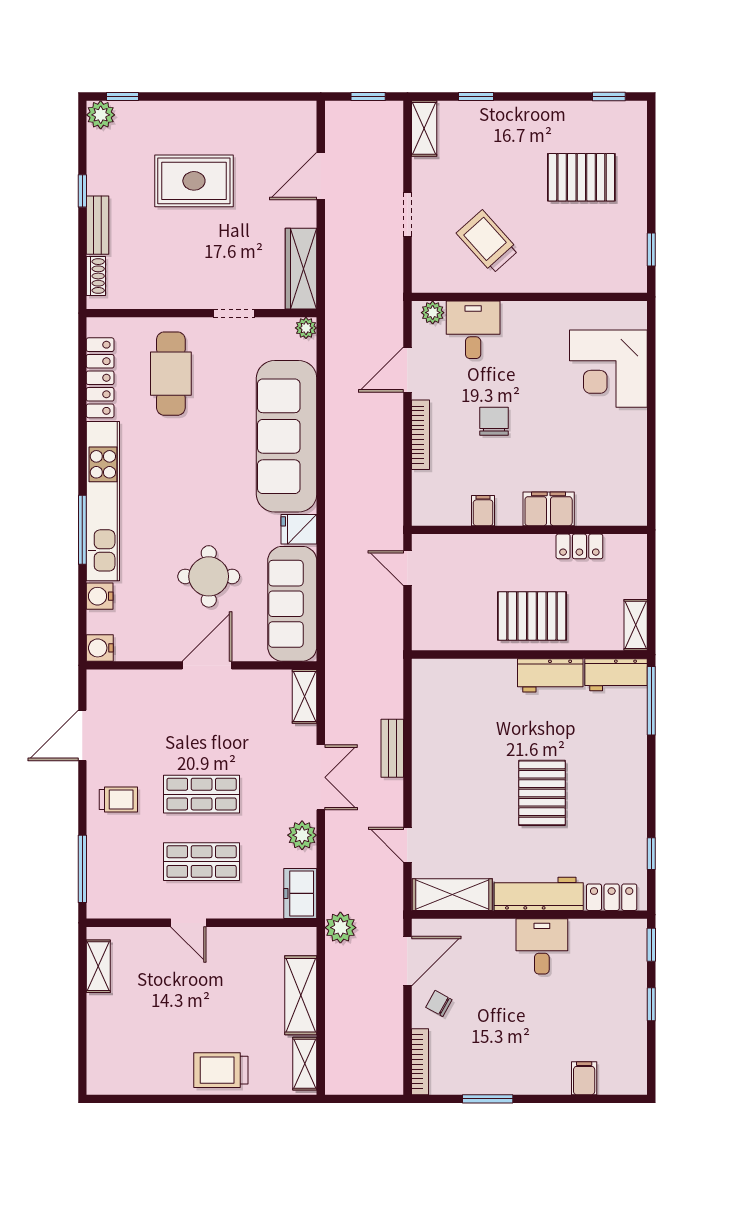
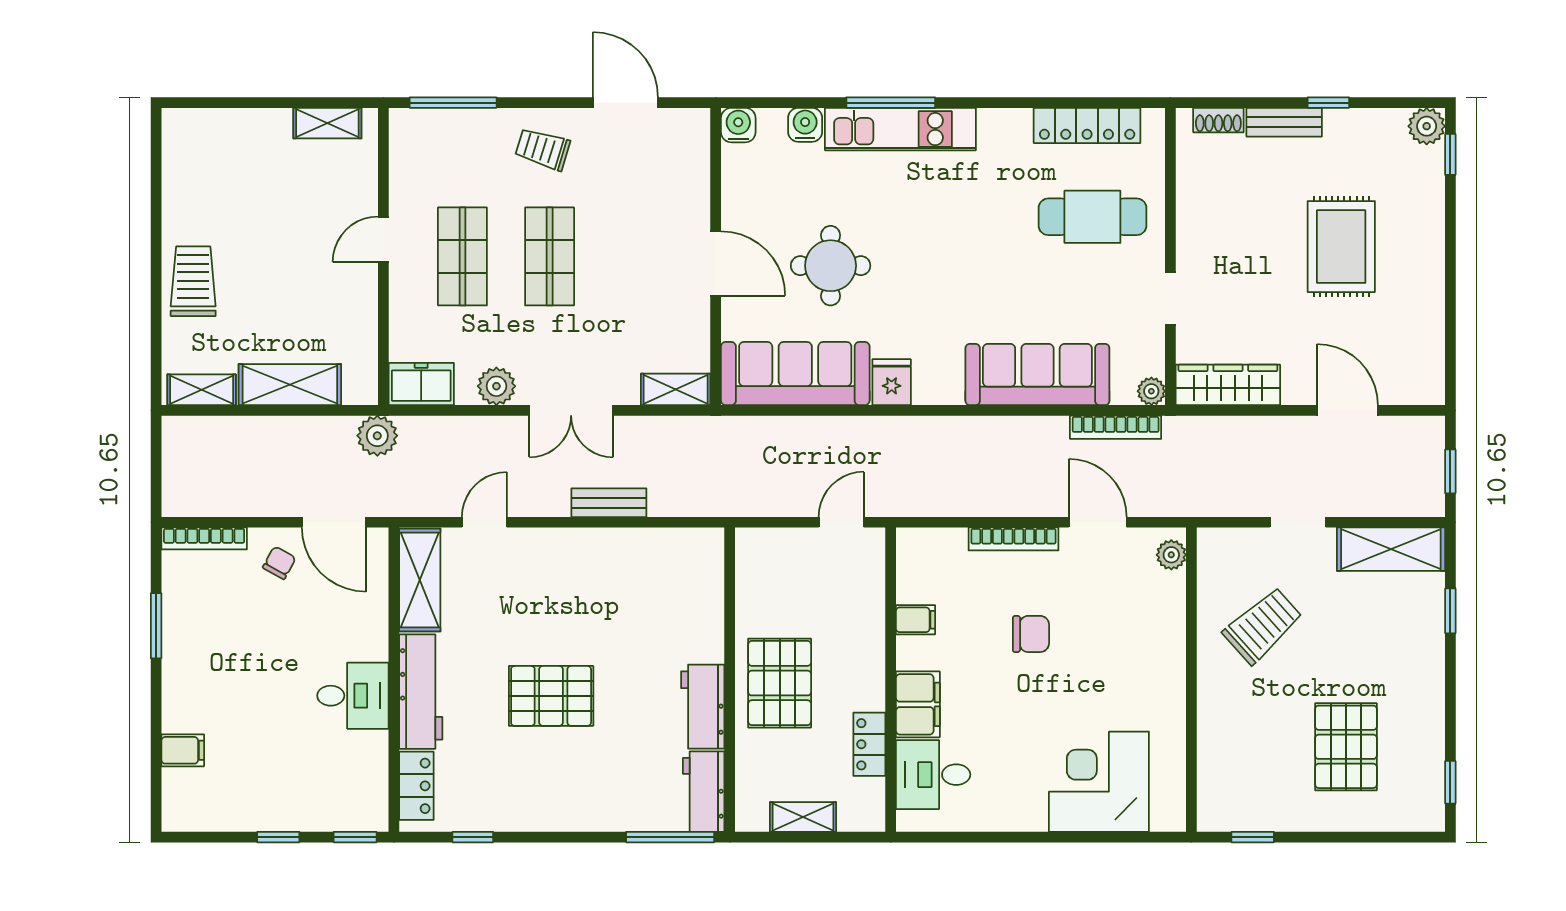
shelving: (424, 128) -> (1391, 549), width x1.50, depth x1.33
desk: (473, 330) -> (933, 775), moved, turned 180
bookcase: (334, 356) -> (1116, 427), added
sofa: (287, 436) -> (1037, 374), width x0.74, depth x0.79
kitchen unit: (103, 501) -> (900, 129), width x0.73
shelving: (636, 625) -> (803, 817), moved
trolley: (118, 799) -> (543, 149), turned 107

